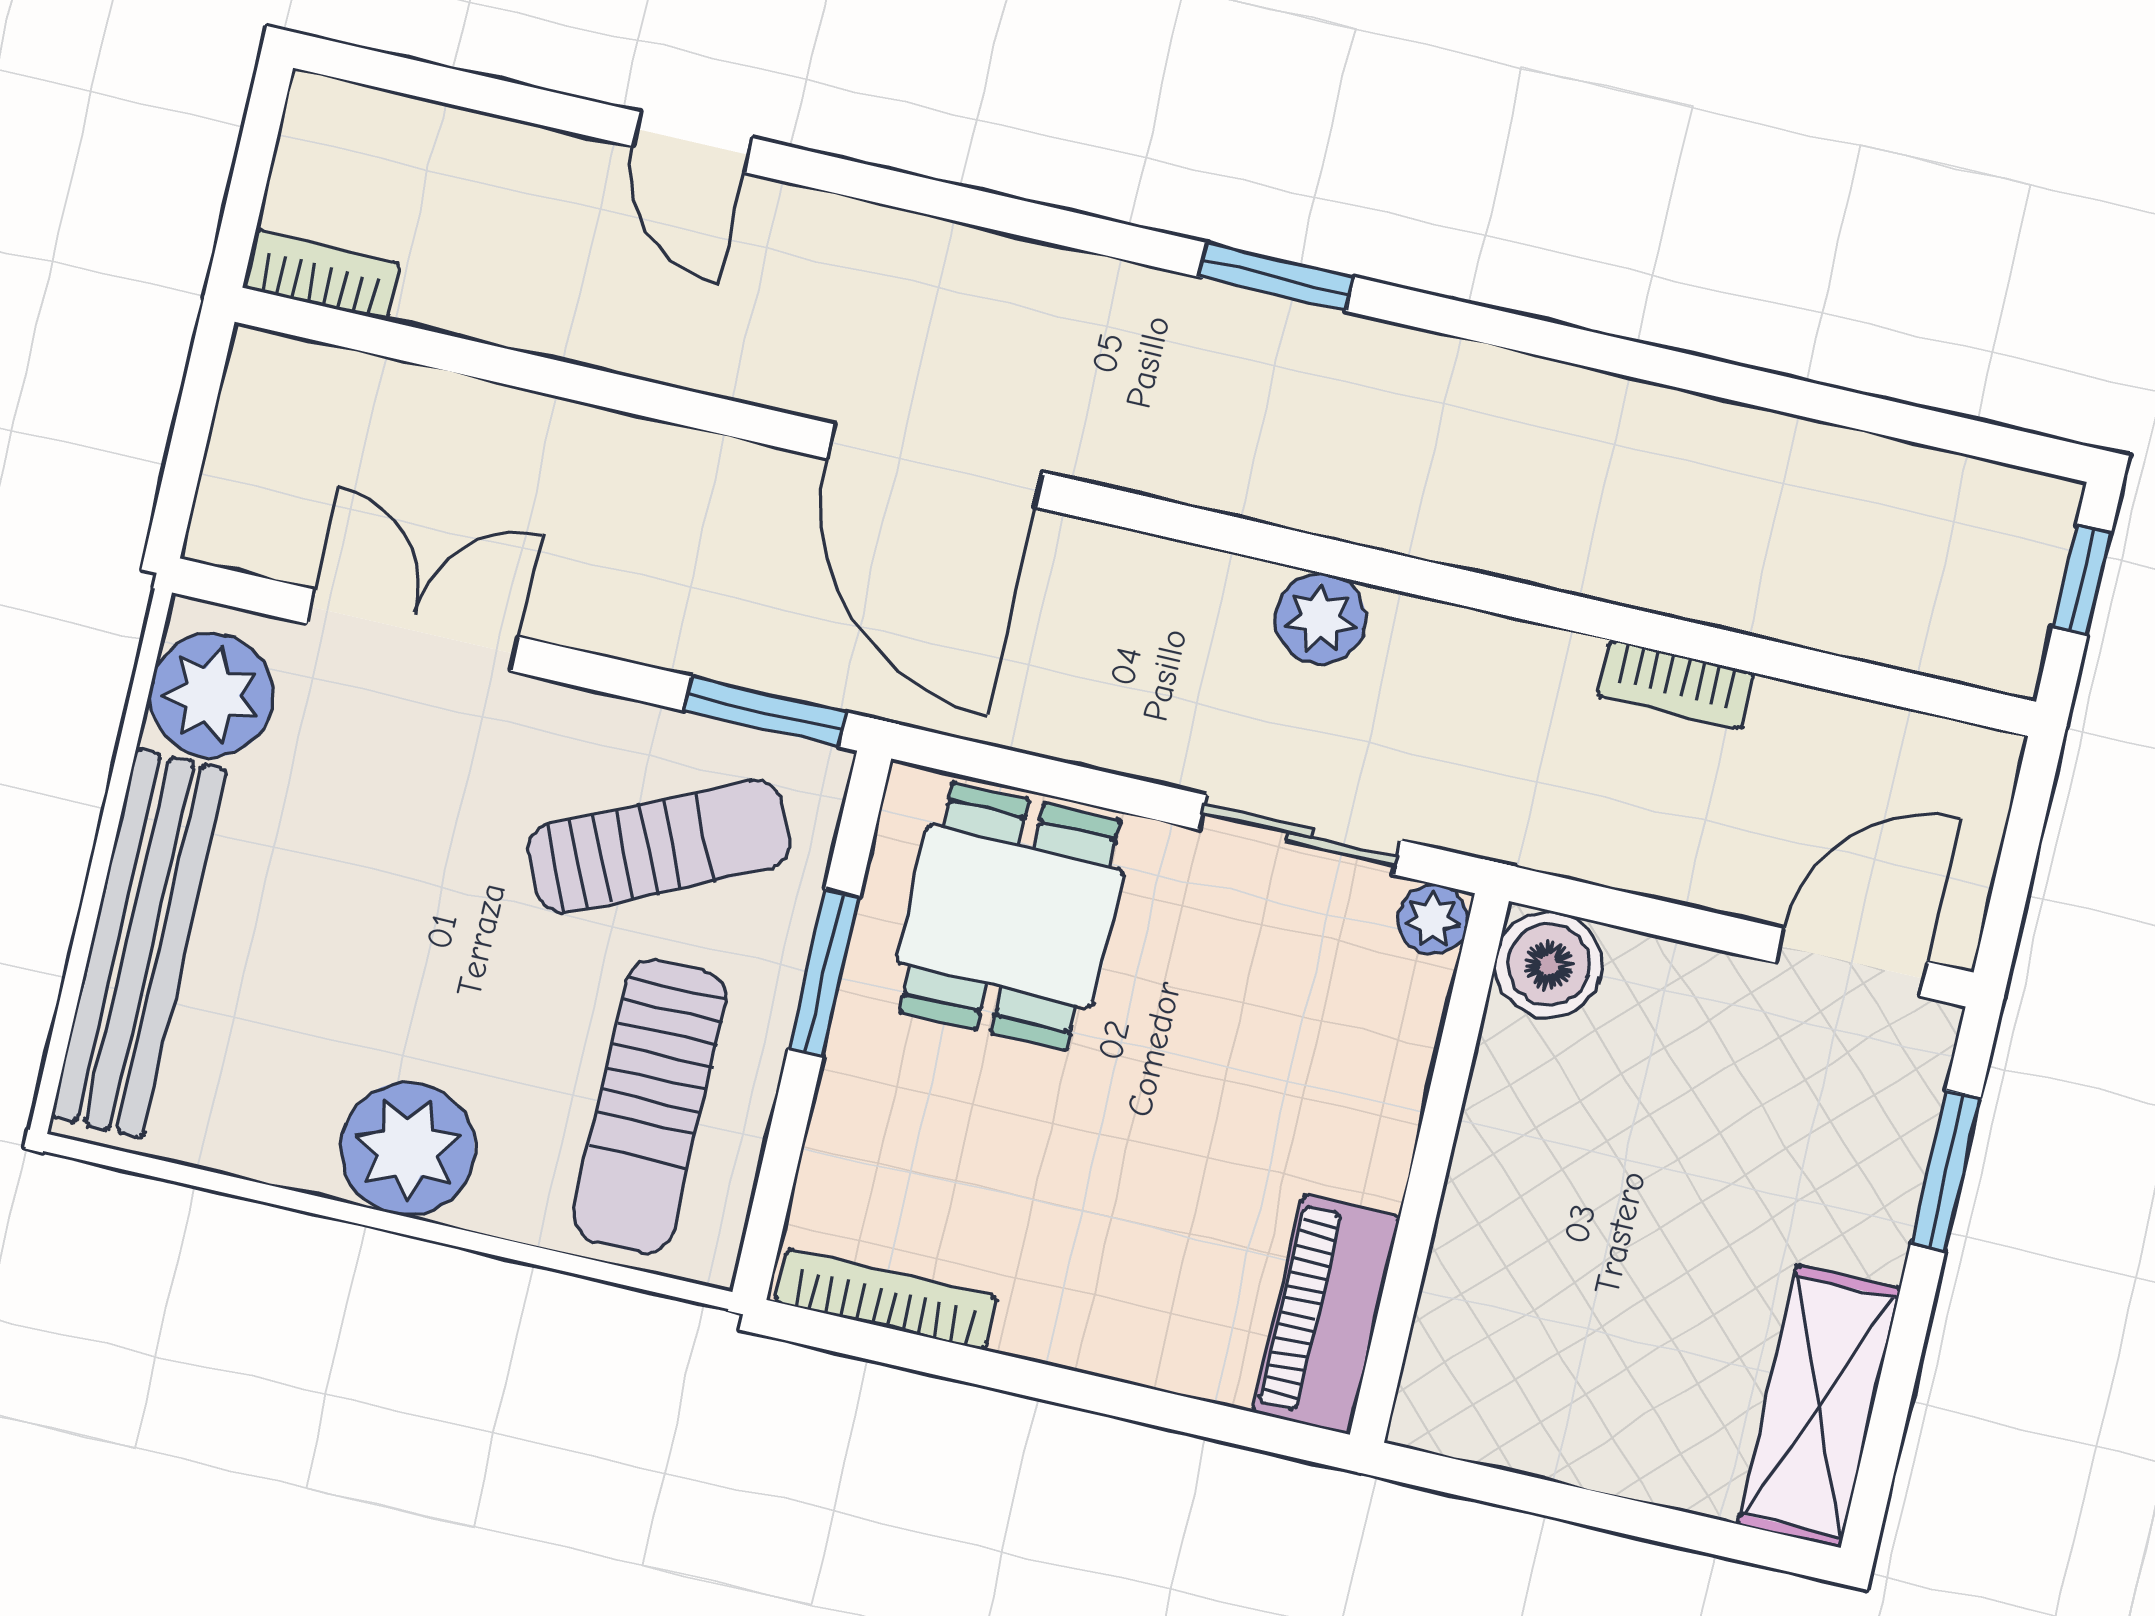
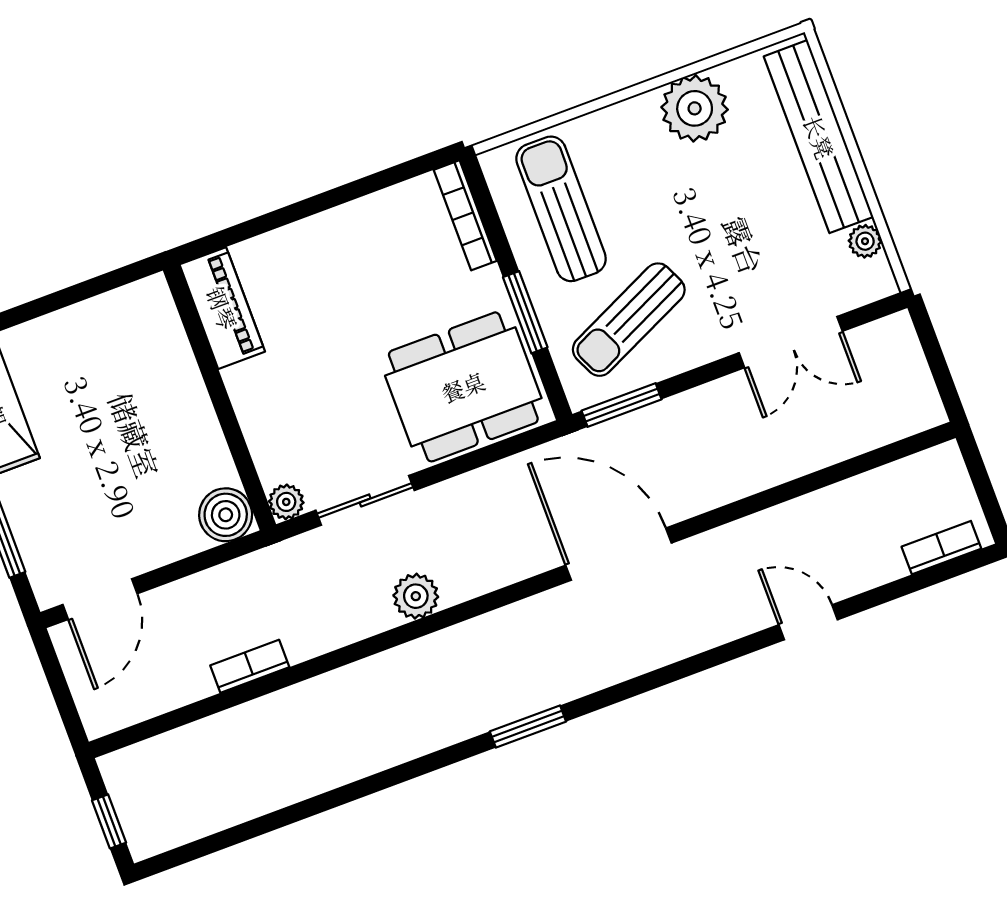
bookcase: (321, 276) -> (941, 548), moved, turned 180
plant: (212, 695) -> (865, 241), width x0.53, depth x0.53
dining table: (1010, 916) -> (463, 387), width x1.38
plant: (408, 1149) -> (695, 108), moved
bookcase: (886, 1299) -> (465, 215), moved, turned 90

